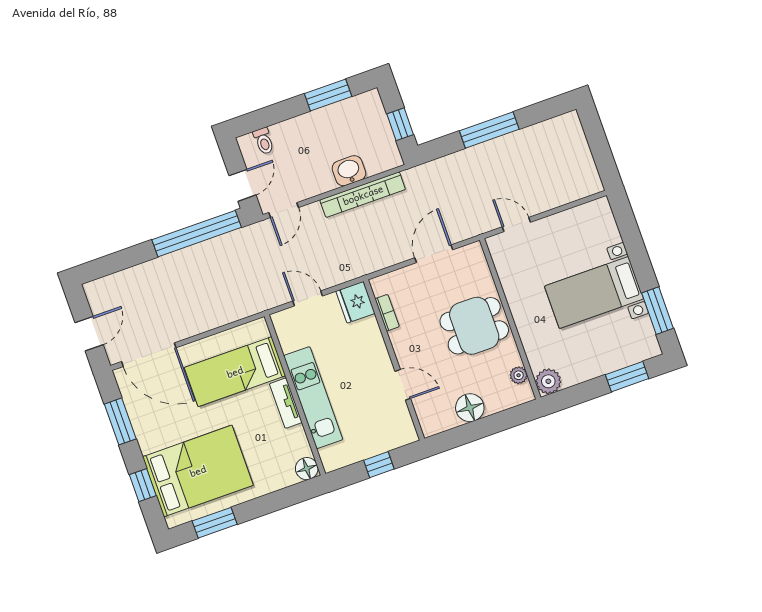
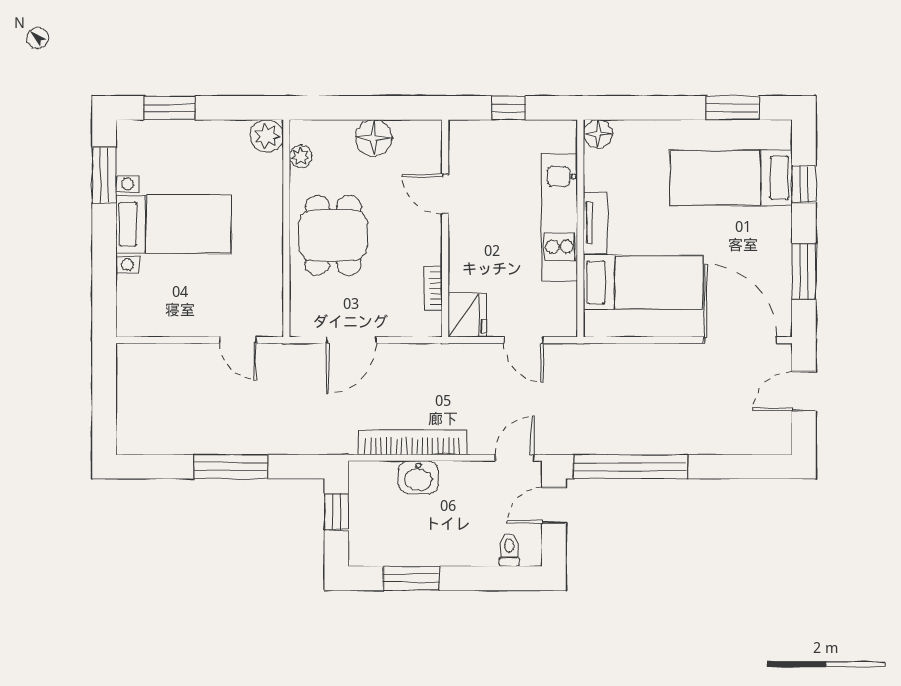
dining table: (474, 326) -> (333, 235), turned 90
bed: (198, 471) -> (731, 178), width x0.67

